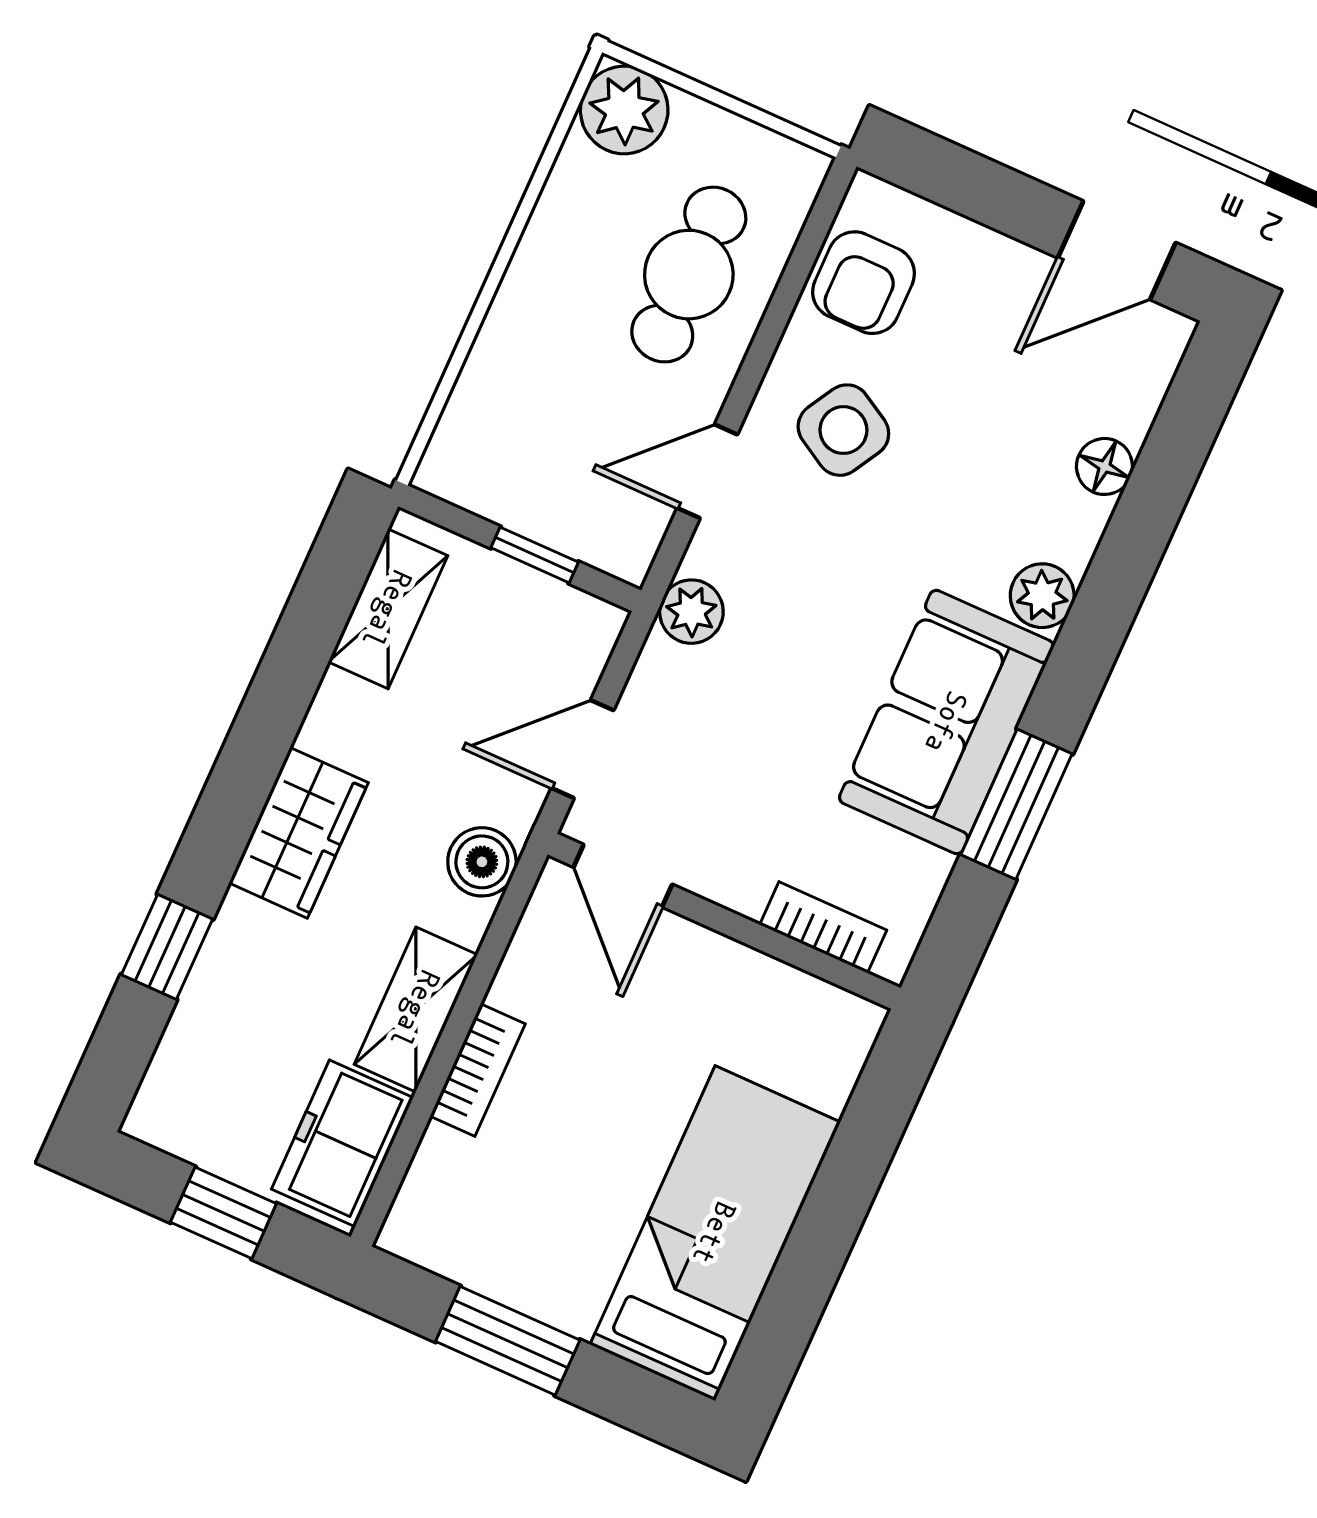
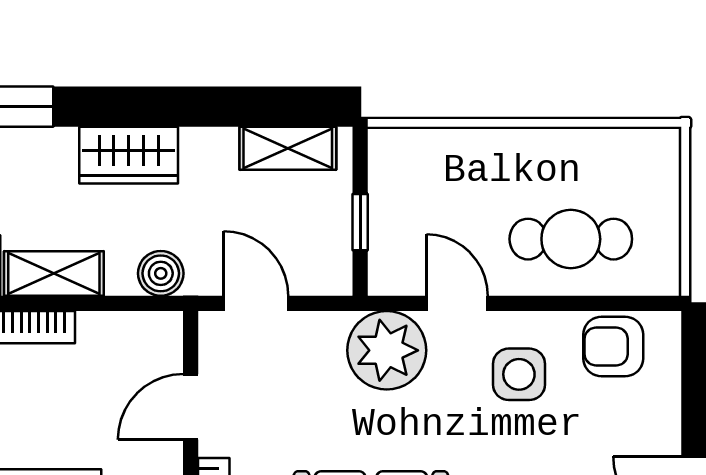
plant: (624, 110) -> (652, 155), removed
side table: (843, 430) -> (519, 374), turned -30
plant: (691, 612) -> (387, 350), width x1.88, depth x1.88
door: (623, 876) -> (191, 407), moved

